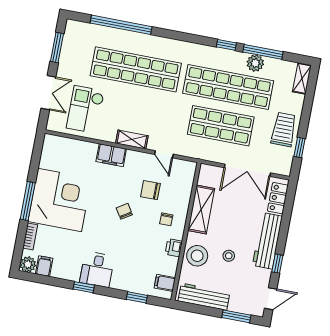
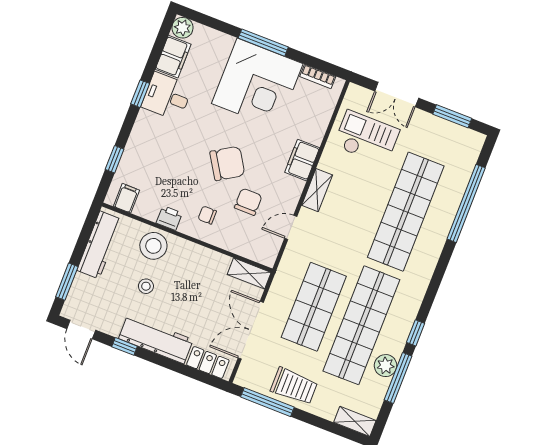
window: (300, 147) -> (267, 402), width x2.17
shelving: (201, 209) -> (249, 273), moved, width x0.67, depth x0.75
chair: (124, 211) -> (227, 163), width x1.87, depth x1.87
bookcase: (30, 236) -> (318, 76), moved
filing cabinet: (44, 266) -> (173, 57), width x2.00
desk: (97, 269) -> (167, 96), moved

